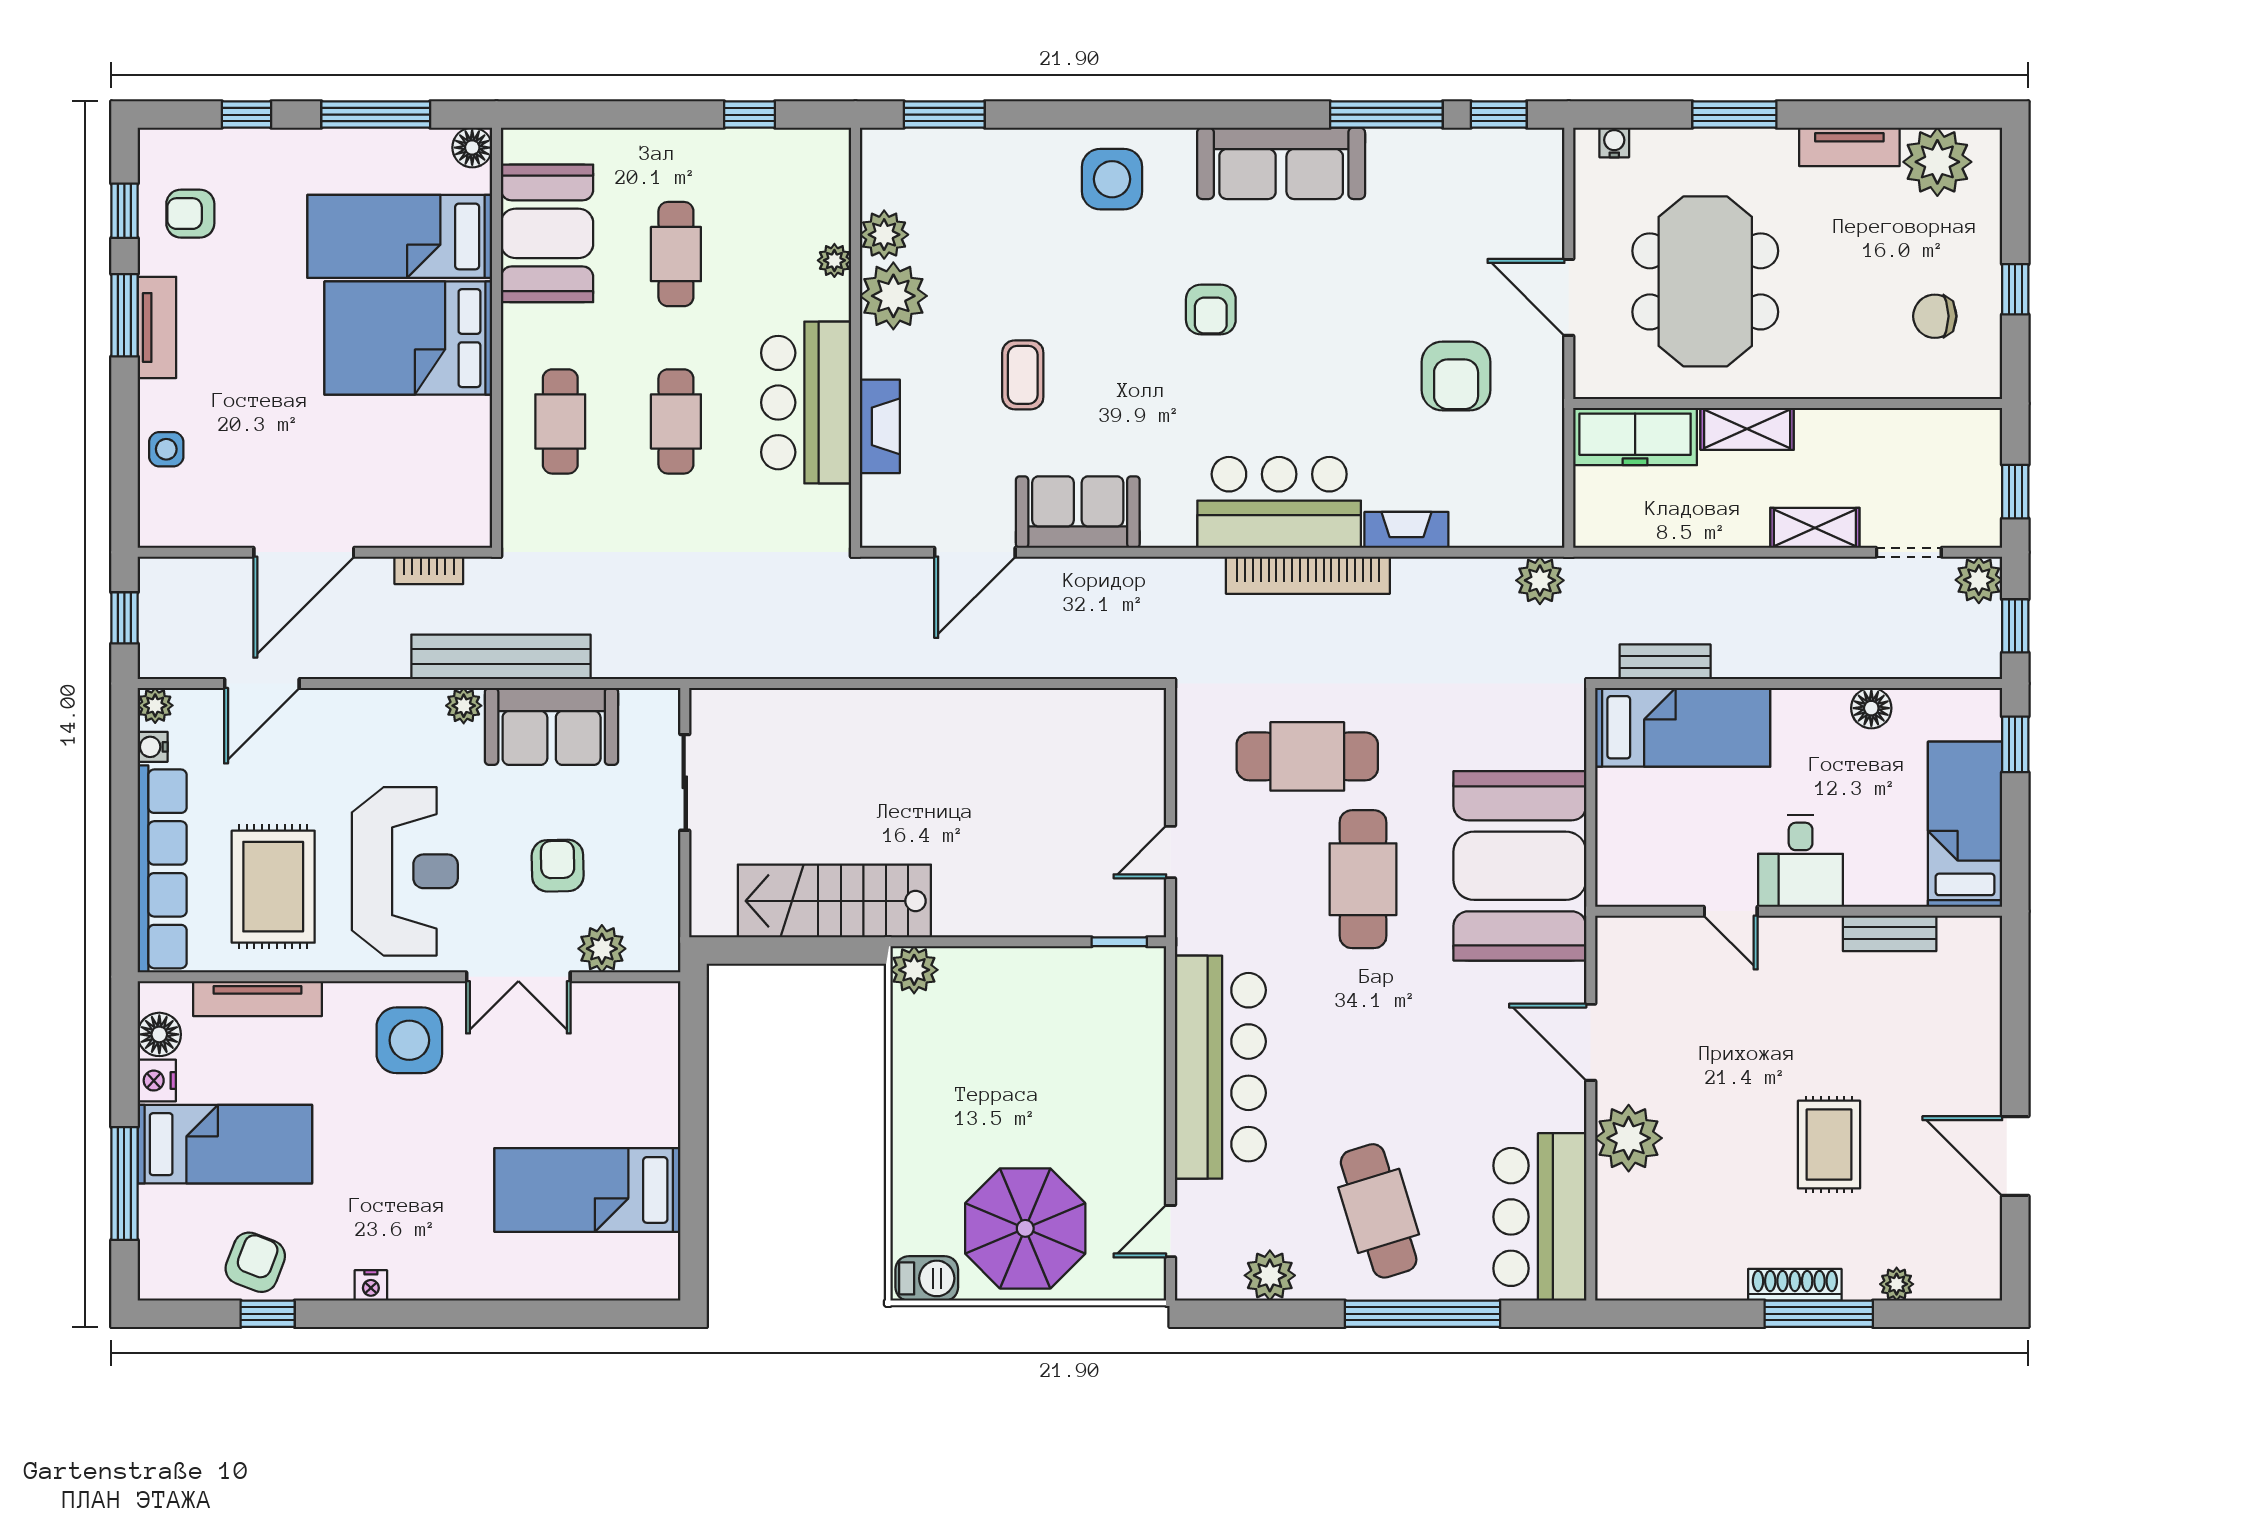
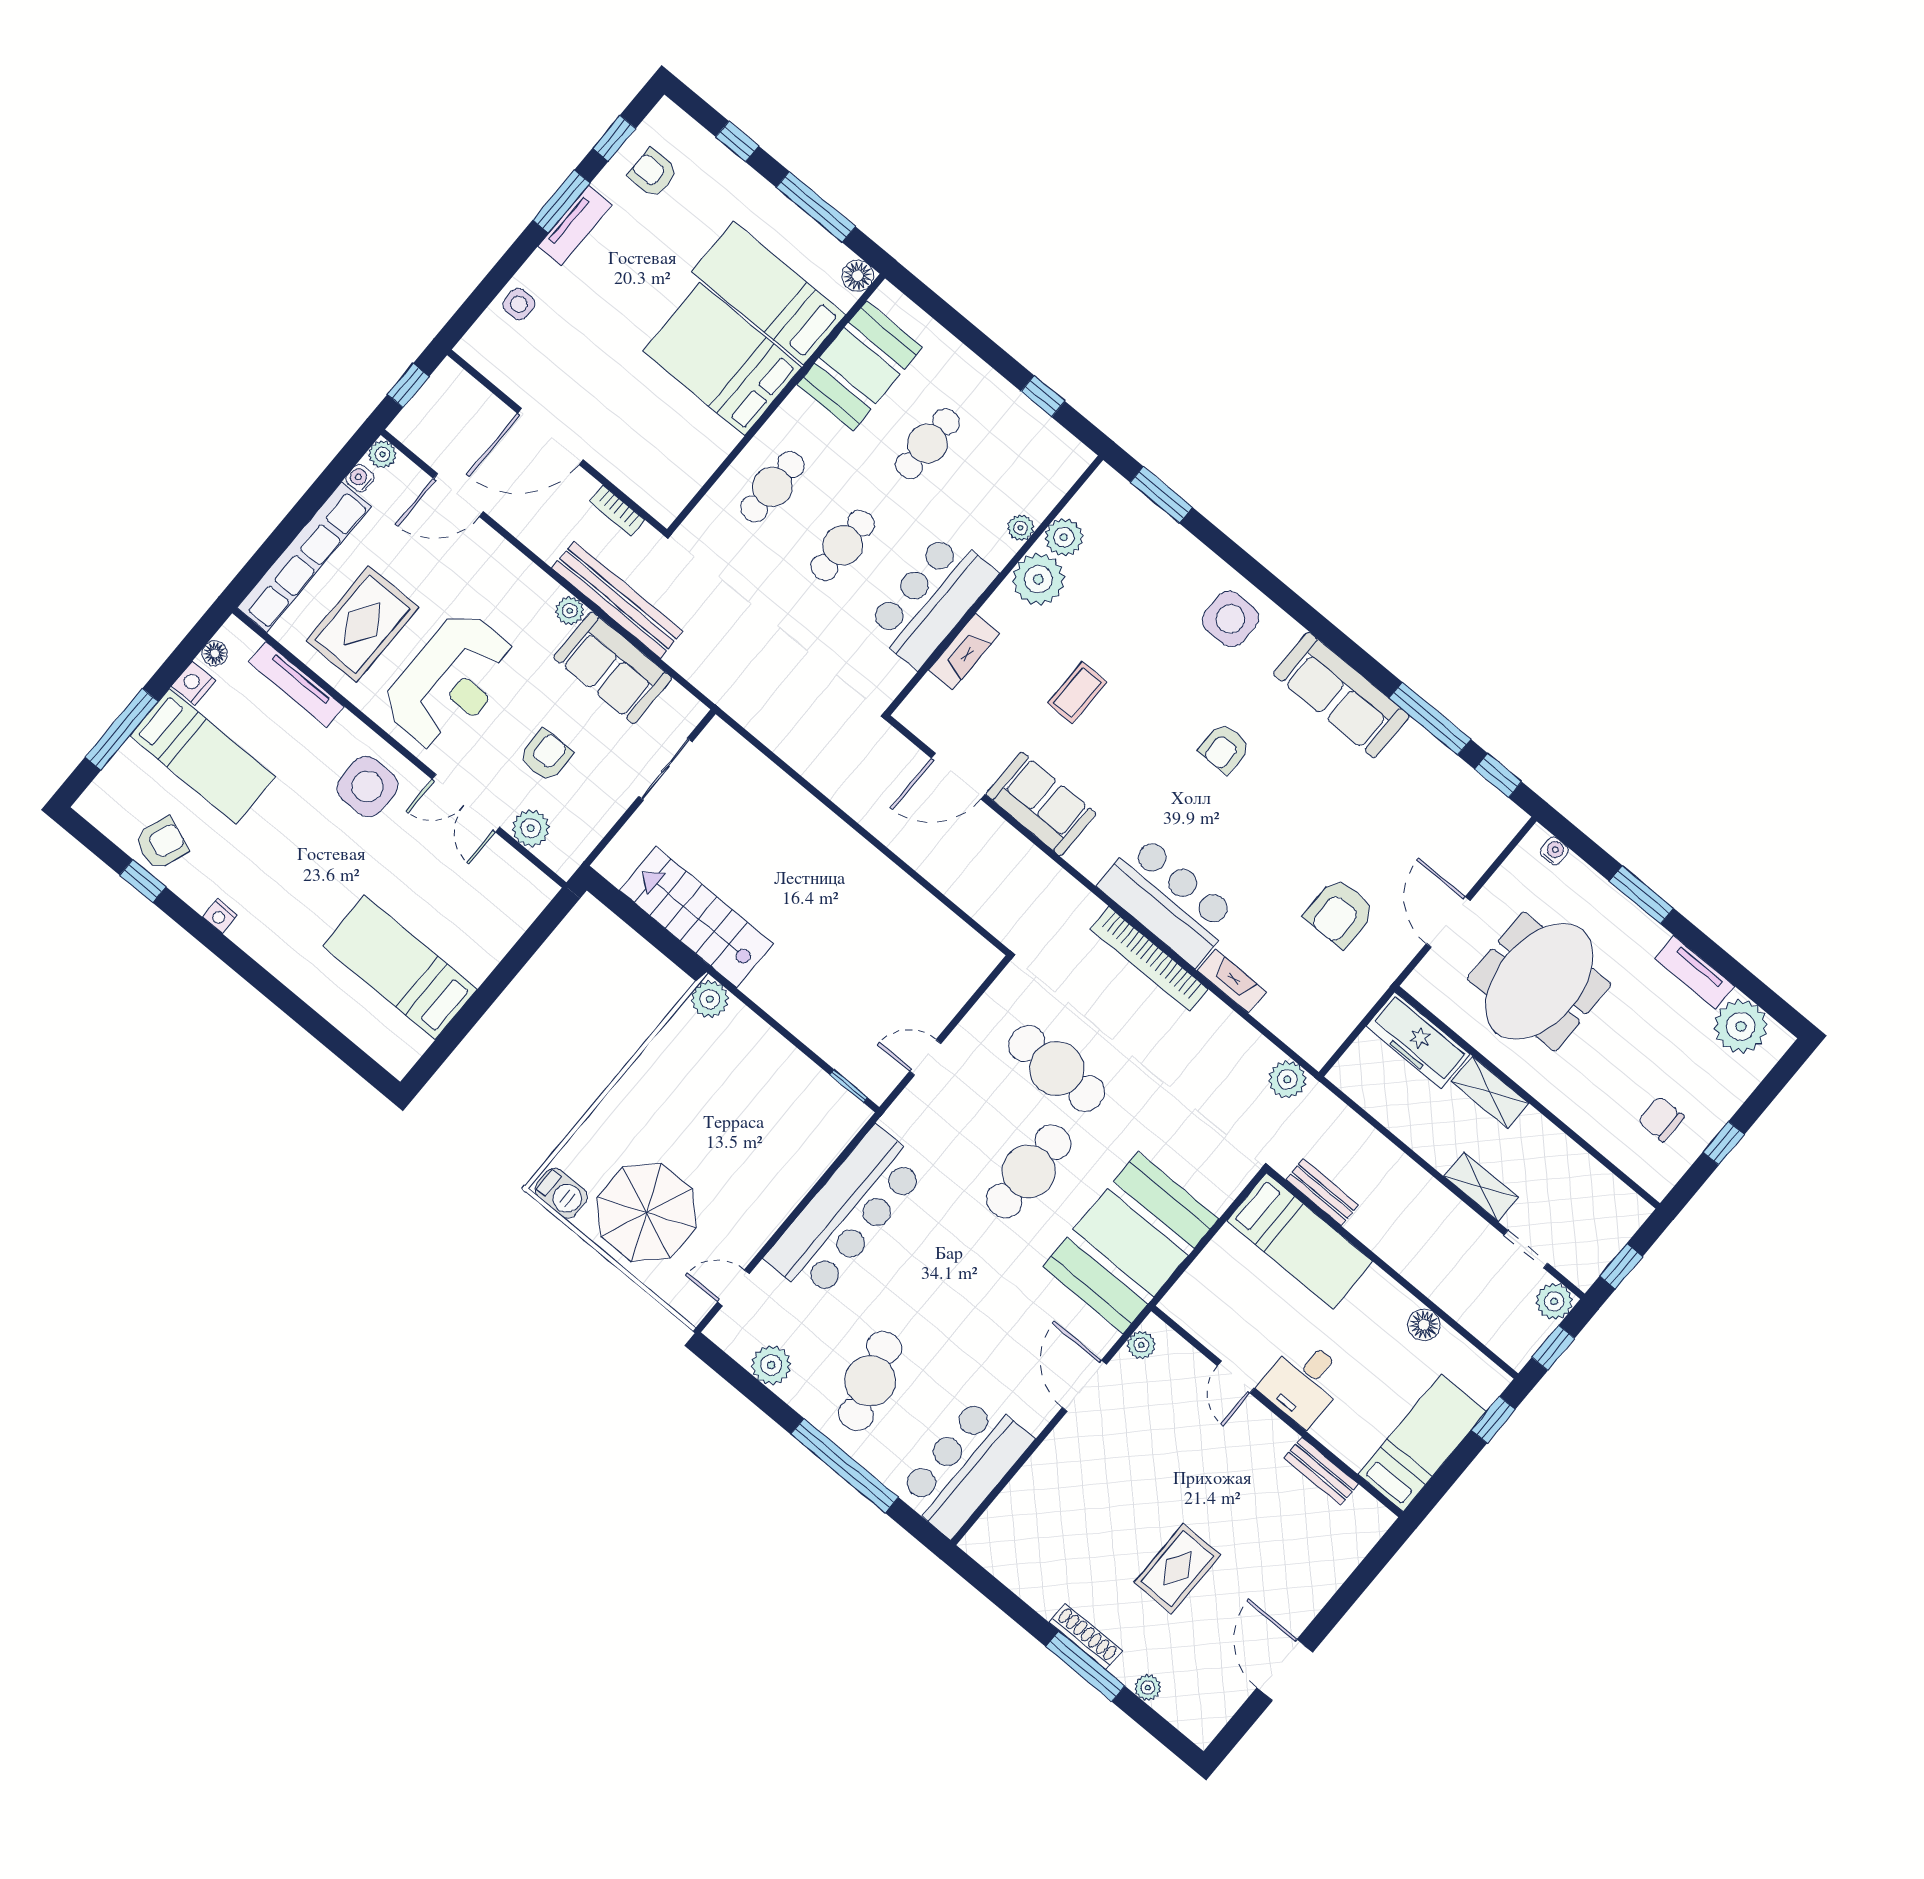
floor lamp: (159, 1034) -> (215, 653), width x0.73, depth x0.73
plant: (1629, 1138) -> (1141, 1345), moved, width x0.53, depth x0.53

